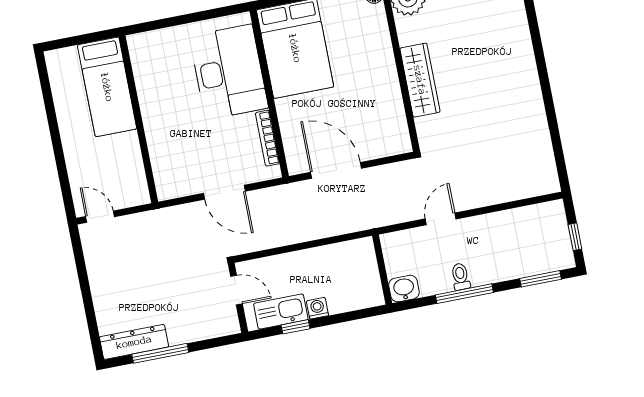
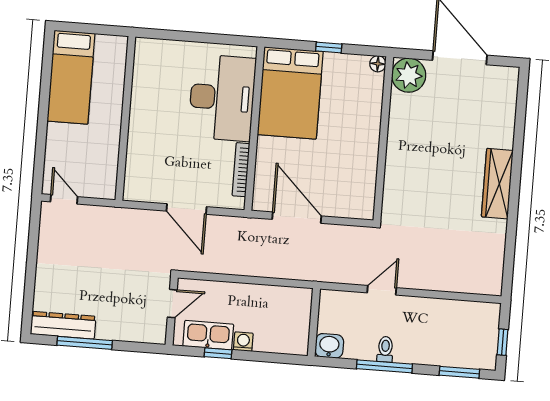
wardrobe: (420, 80) -> (497, 184), moved, turned 180
bed: (107, 87) -> (71, 77), moved
door: (236, 290) -> (172, 304), hinge flipped

